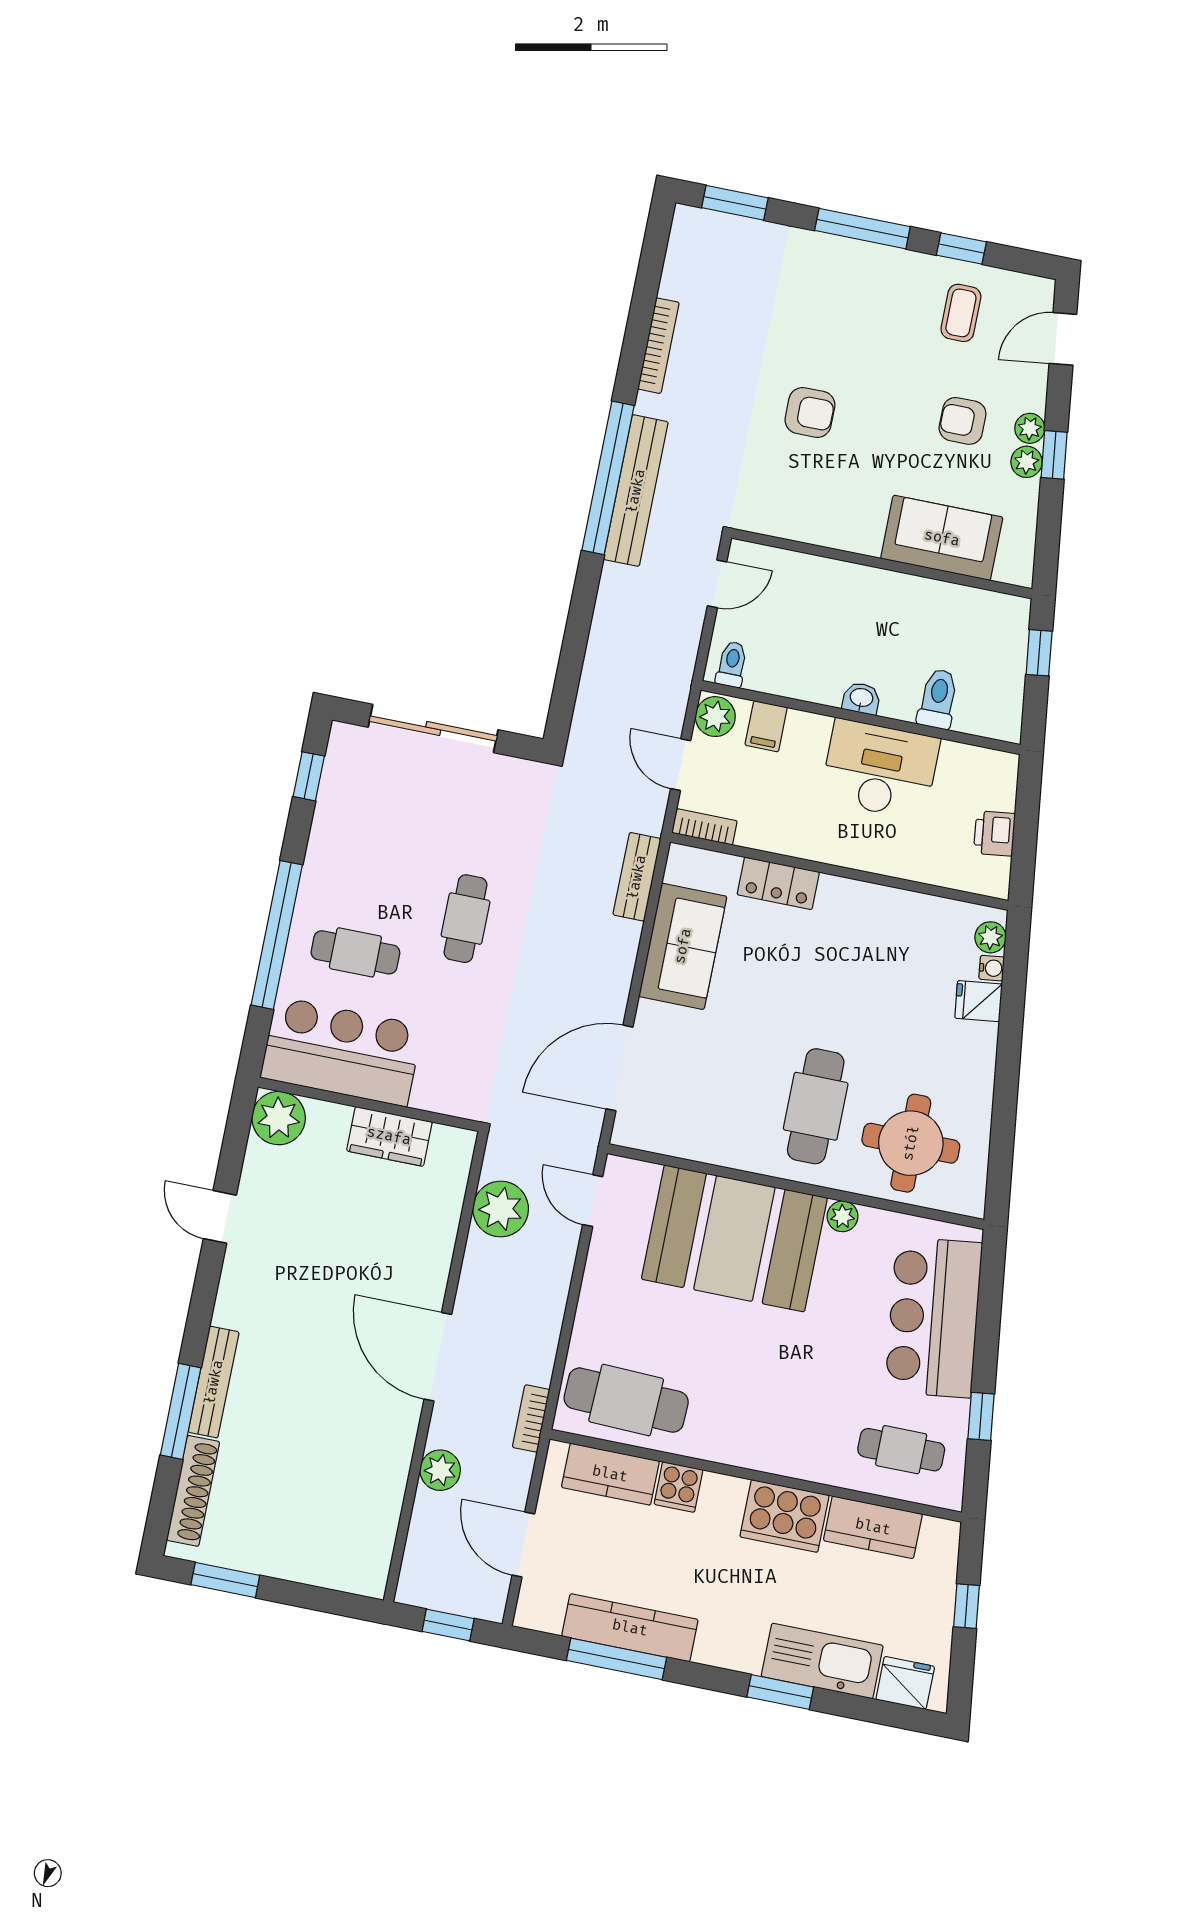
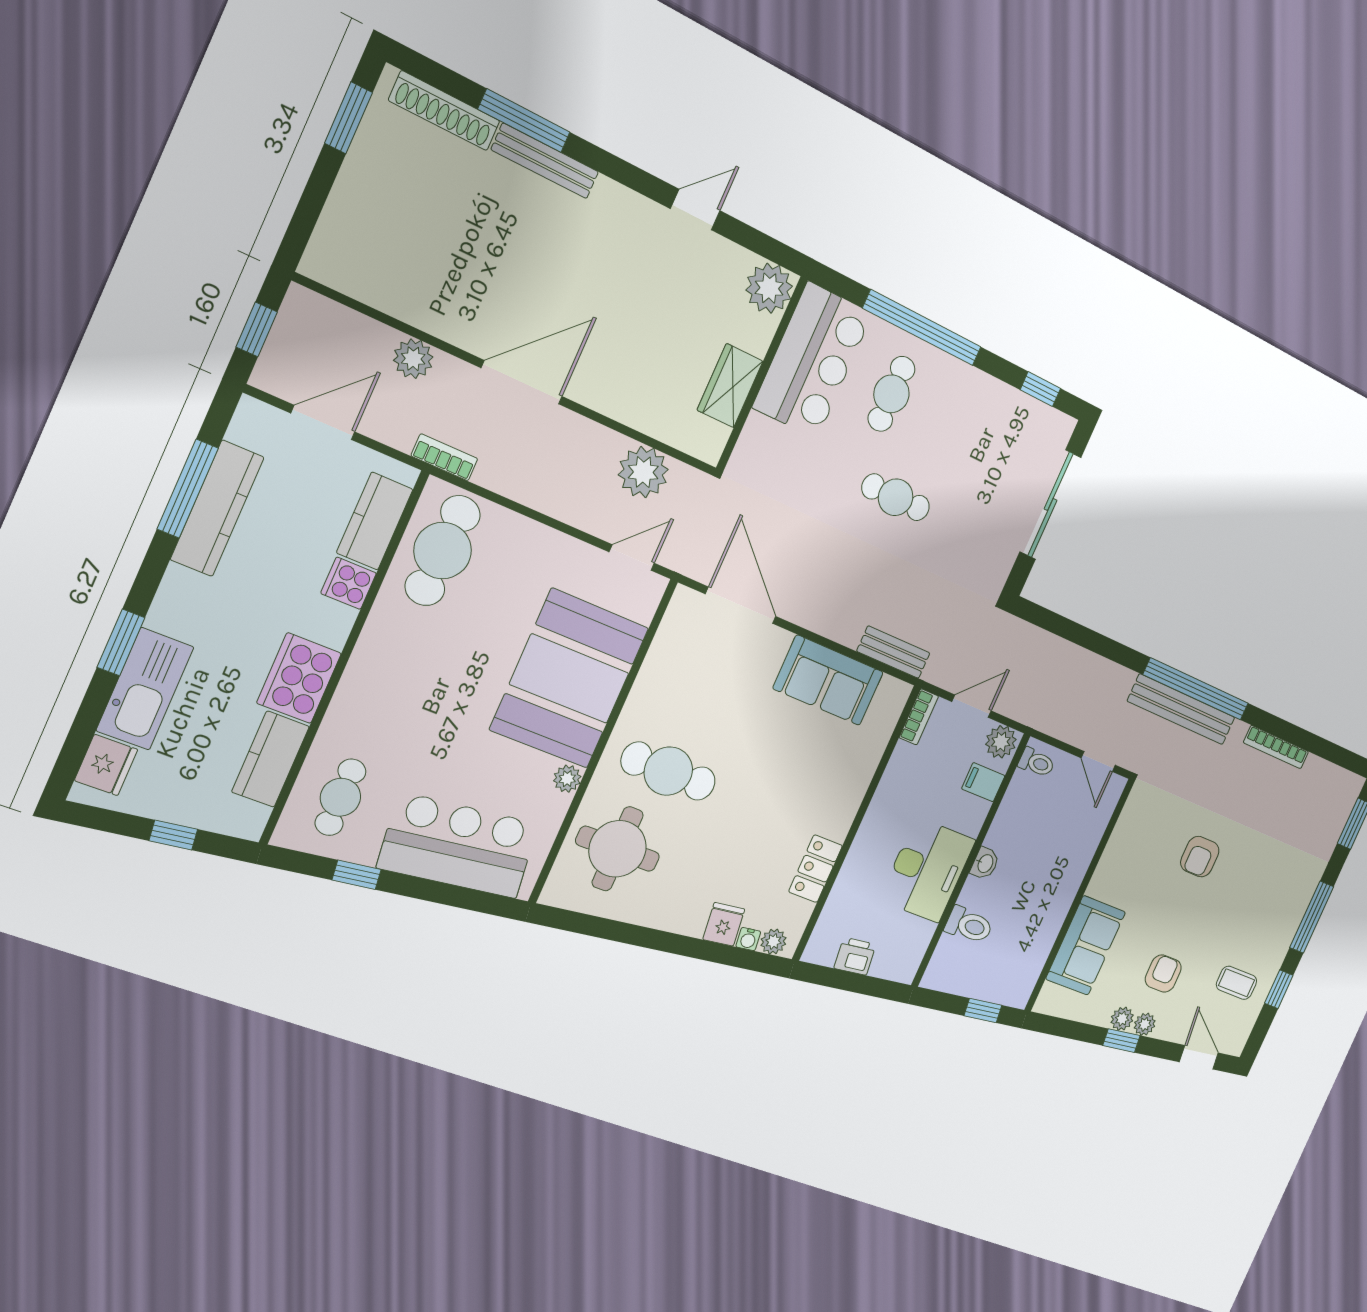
locker: (778, 883) -> (816, 869), moved

